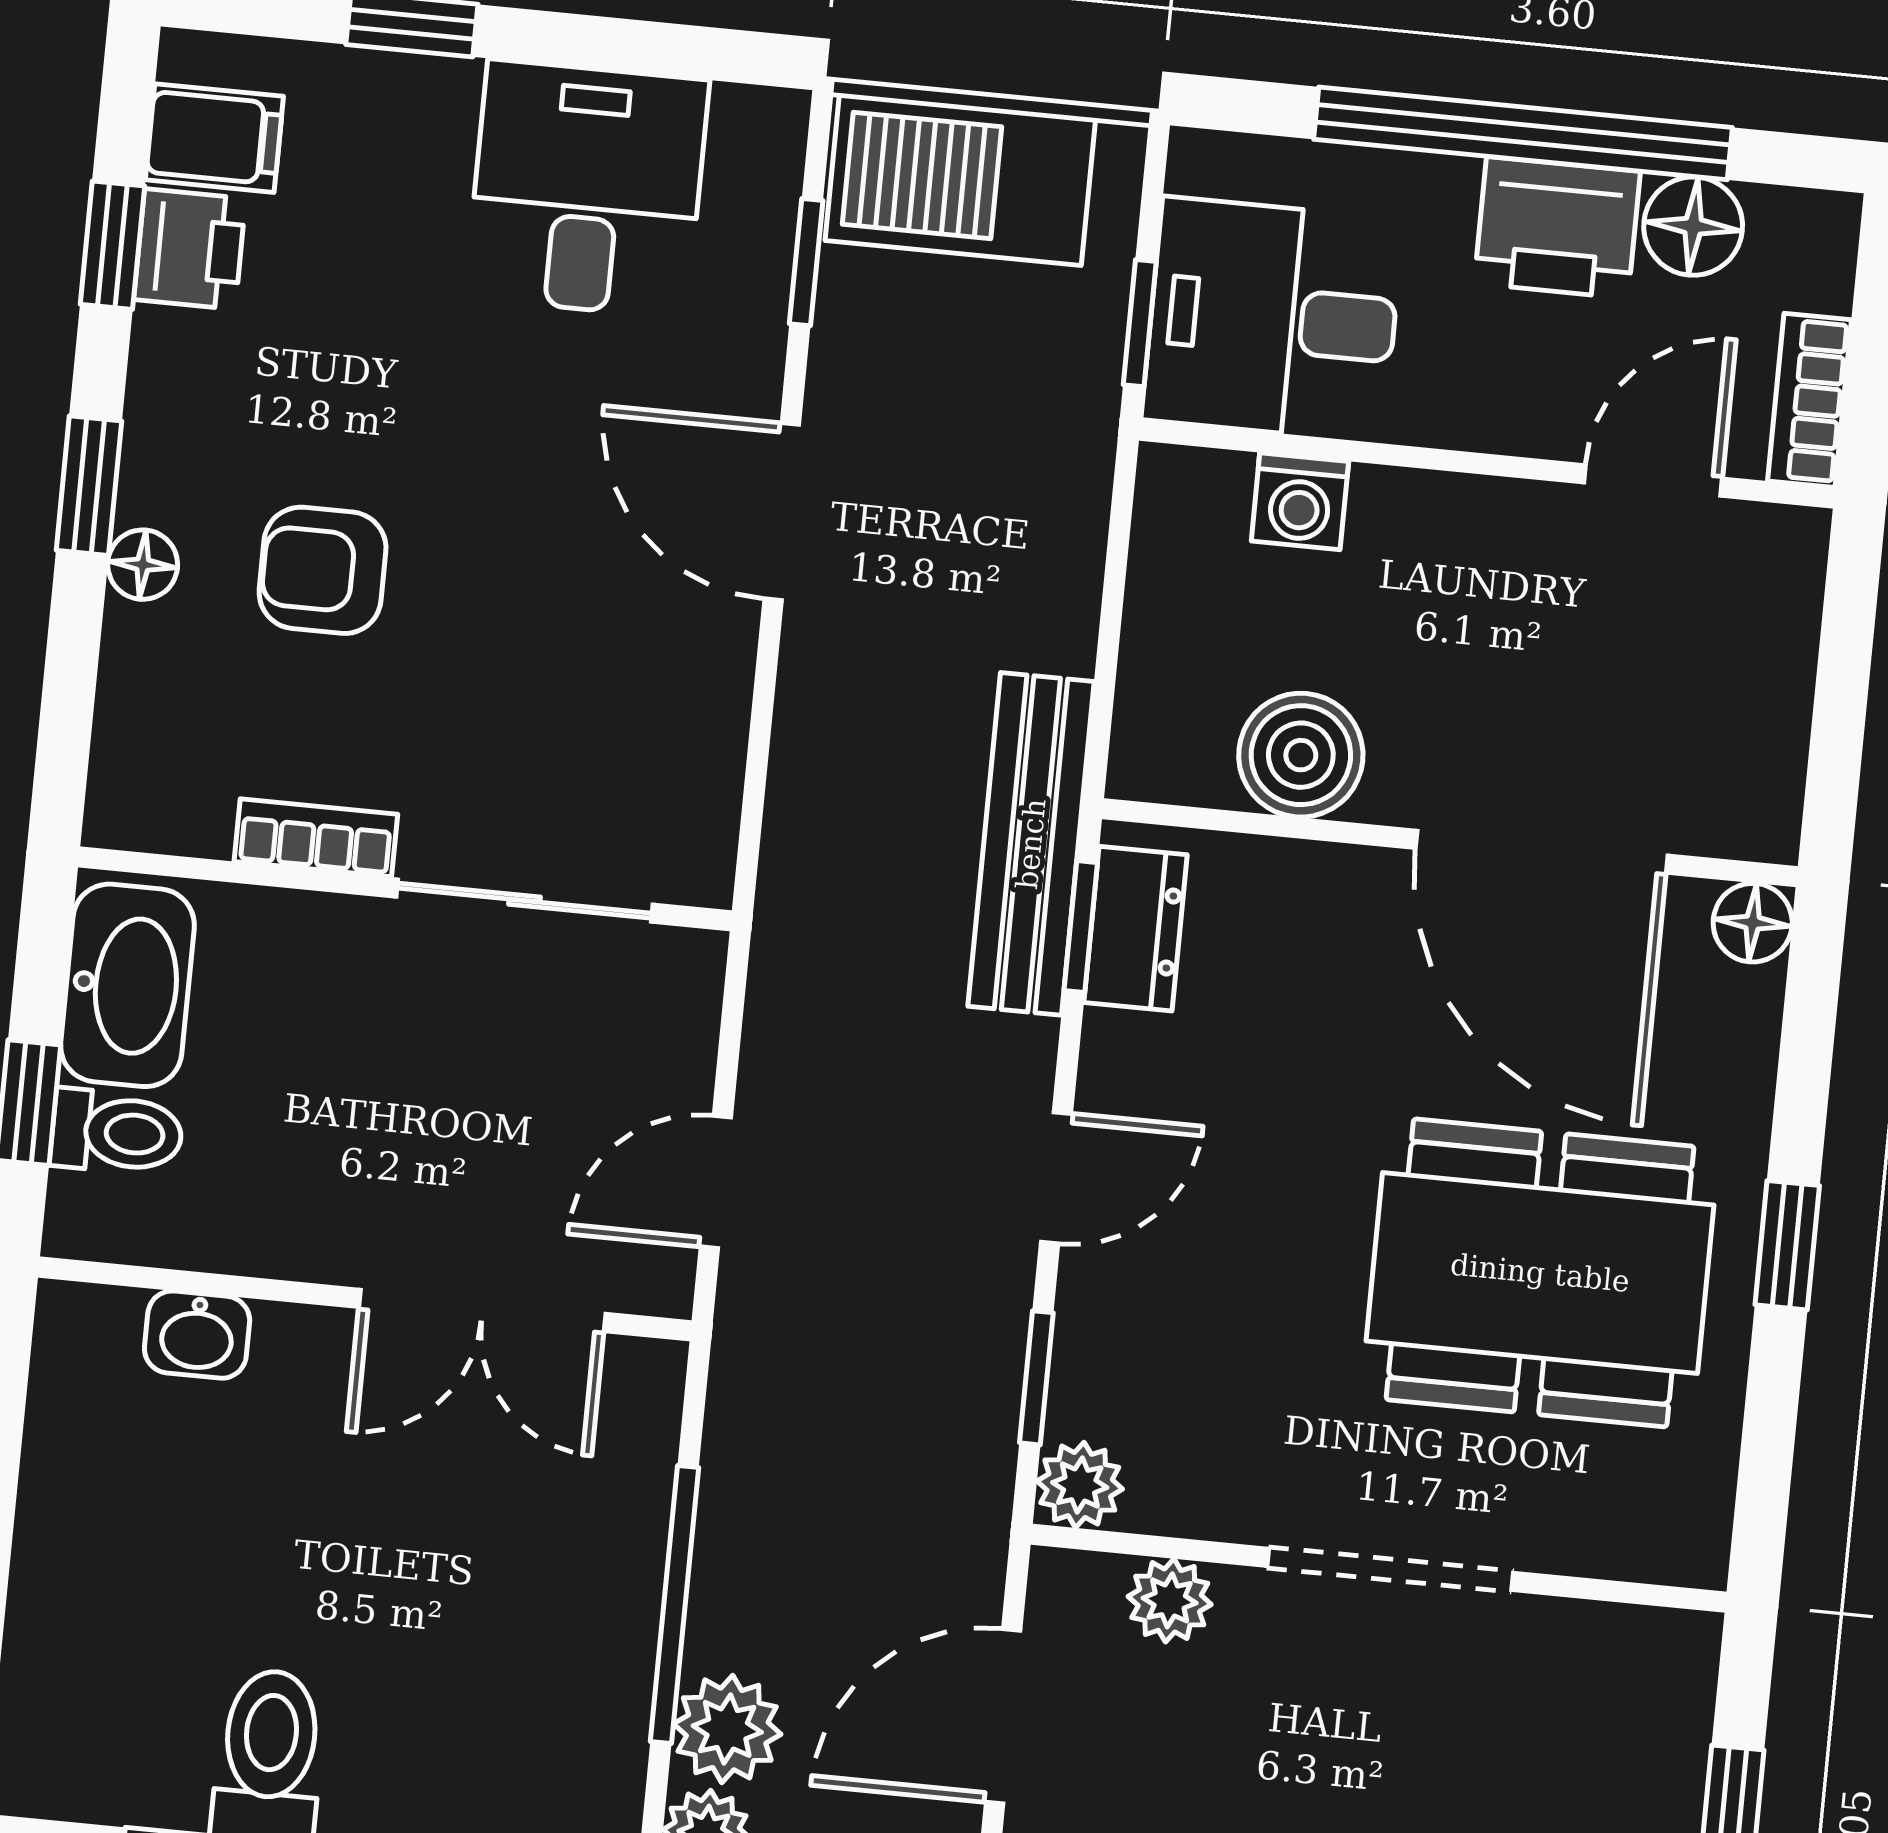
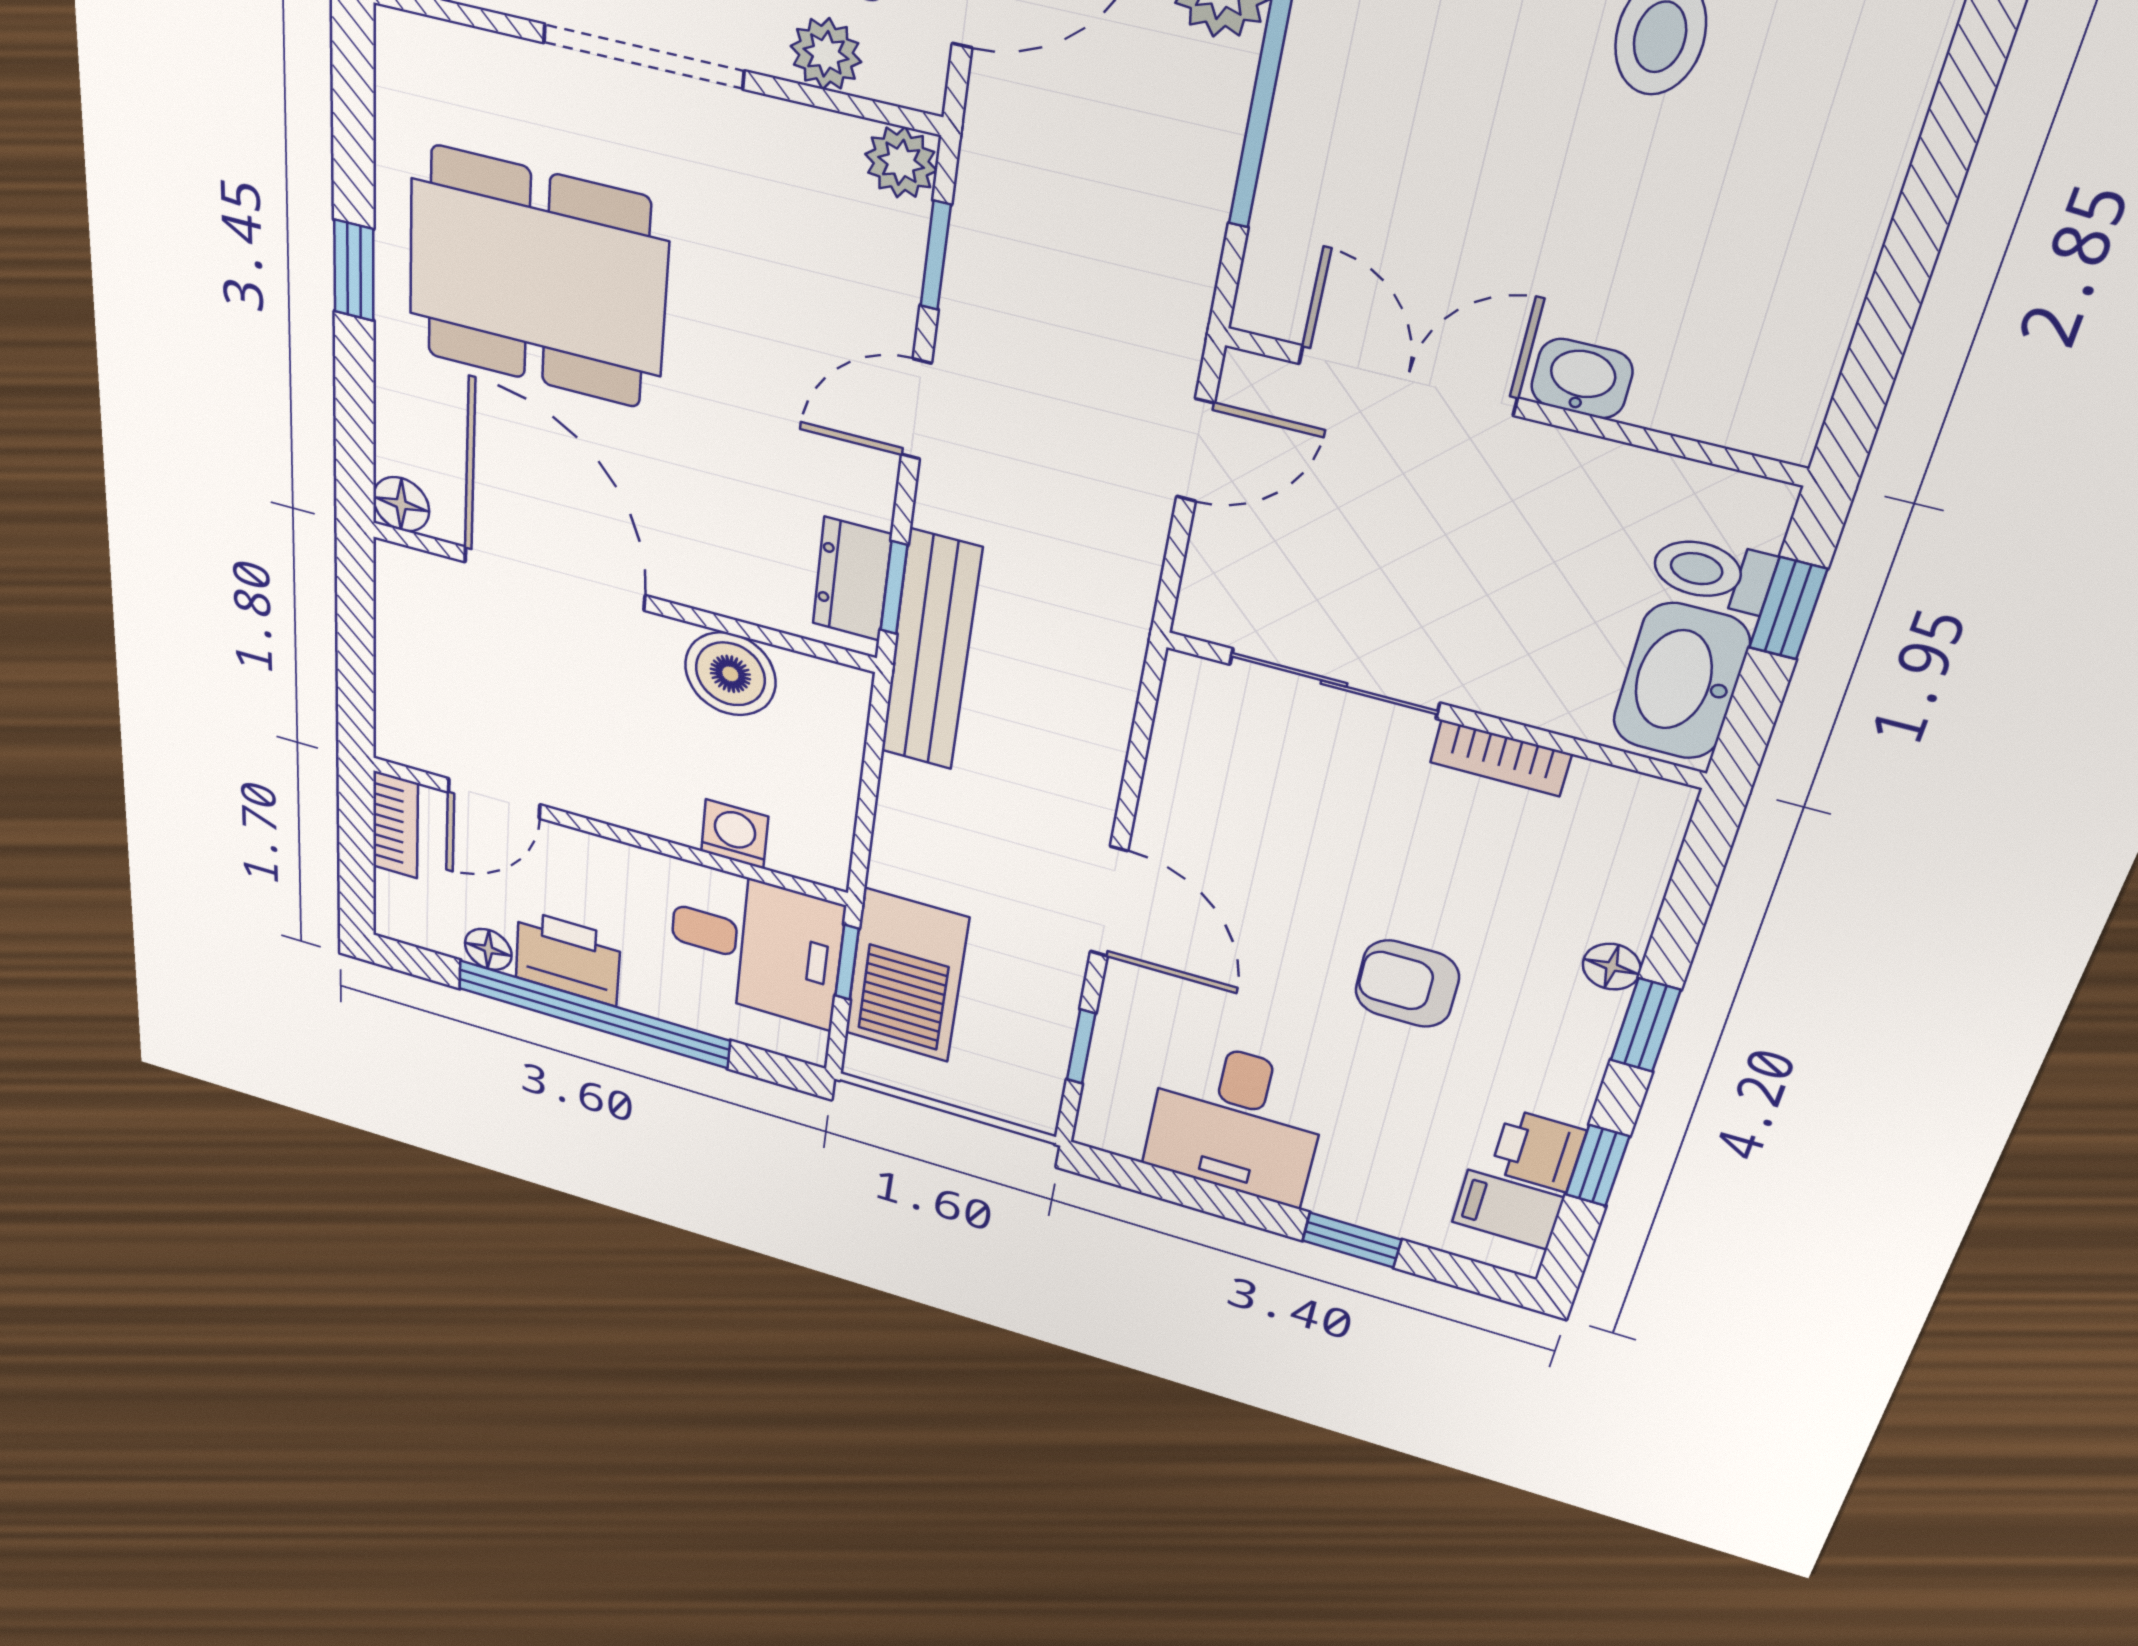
barbecue: (960, 179) -> (906, 976), moved, turned 90
floor lamp: (1693, 226) -> (488, 949), width x0.73, depth x0.73
armchair: (323, 570) -> (1407, 984), moved, turned 180
washbasin: (197, 1335) -> (1582, 379), moved

